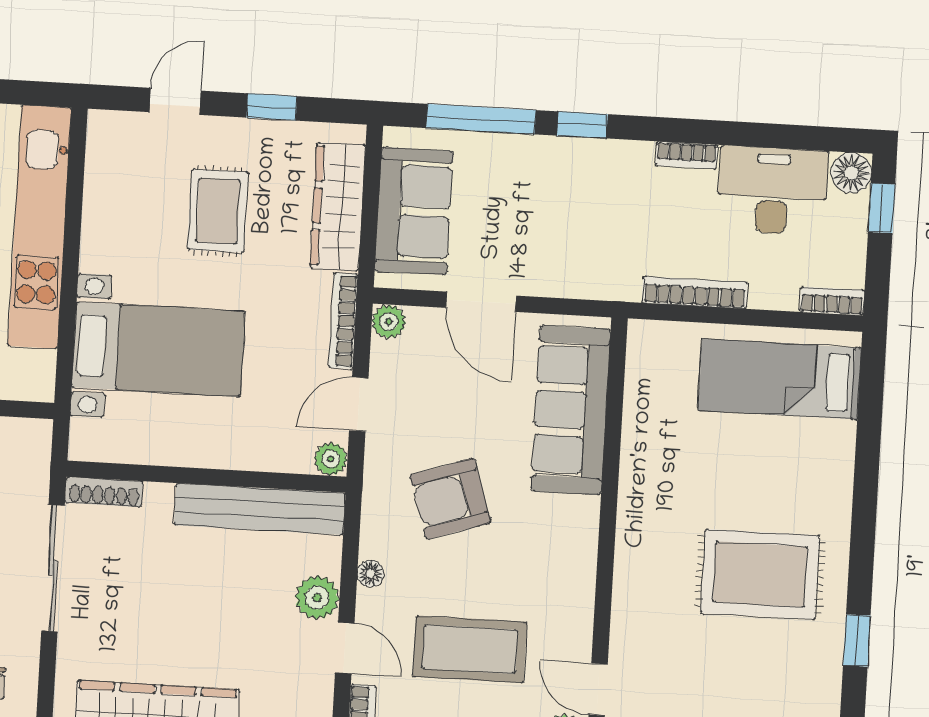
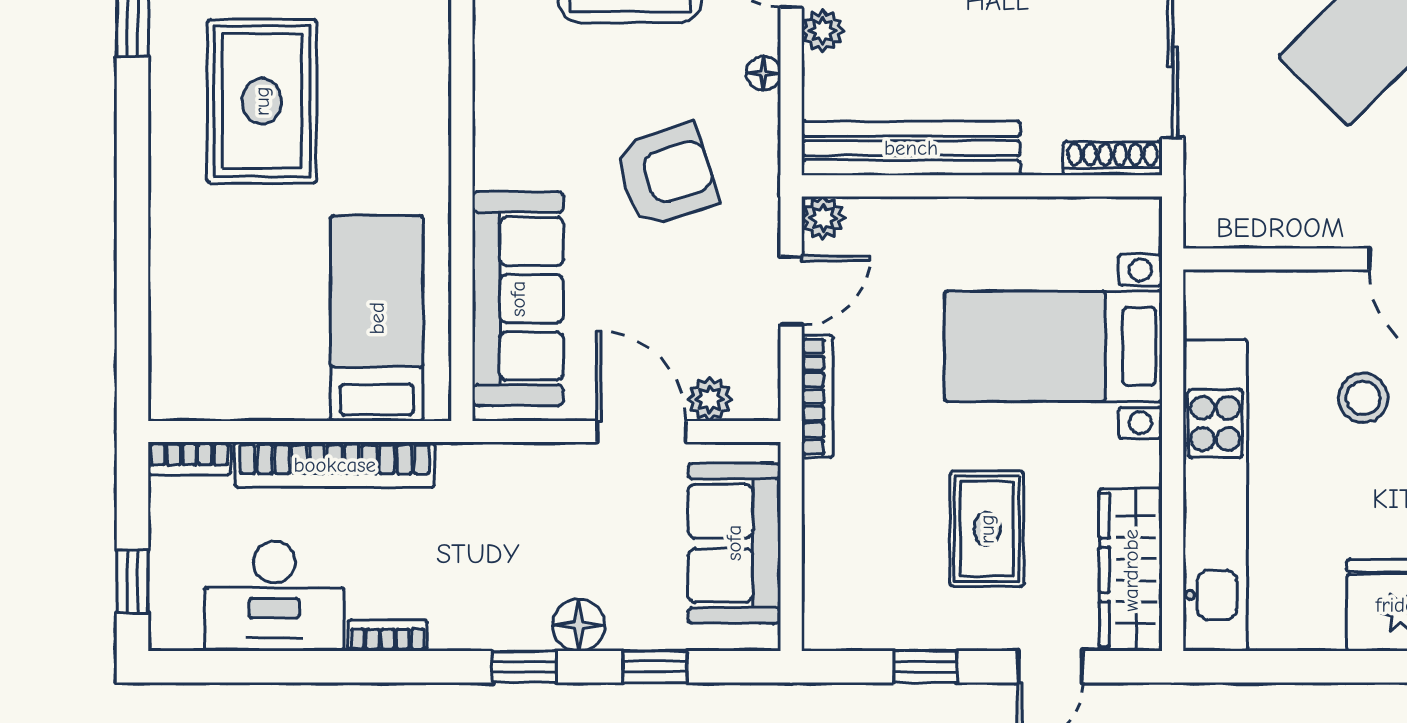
window: (481, 119) -> (655, 667), width x0.46
floor lamp: (851, 173) -> (579, 625), moved
wardrobe: (338, 207) -> (1131, 570), moved, turned 180
bookcase: (695, 292) -> (335, 465), width x1.48, depth x1.31
plant: (389, 322) -> (710, 399), moved
bed: (780, 379) -> (377, 318), moved, turned -90
rug: (760, 574) -> (262, 101), turned 90
plant: (317, 598) -> (823, 31), width x0.73, depth x0.73

